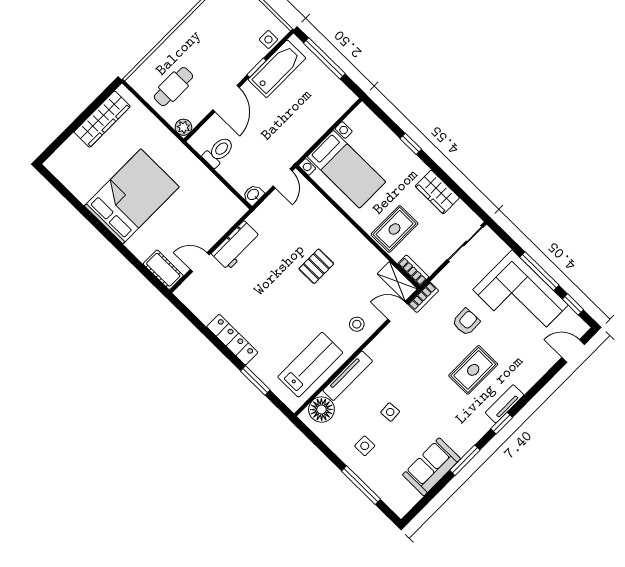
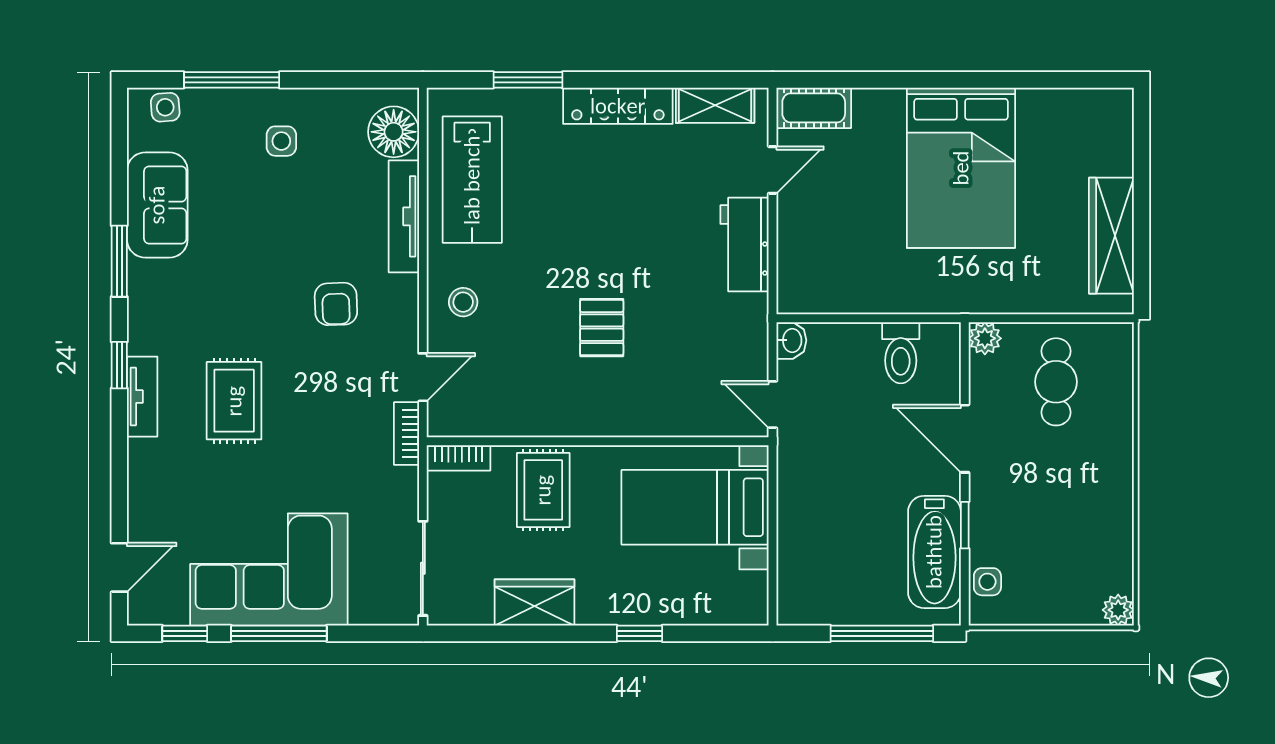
shelving: (397, 281) -> (715, 105), moved
armchair: (466, 322) -> (336, 304), moved
side table: (390, 412) -> (165, 107), moved

